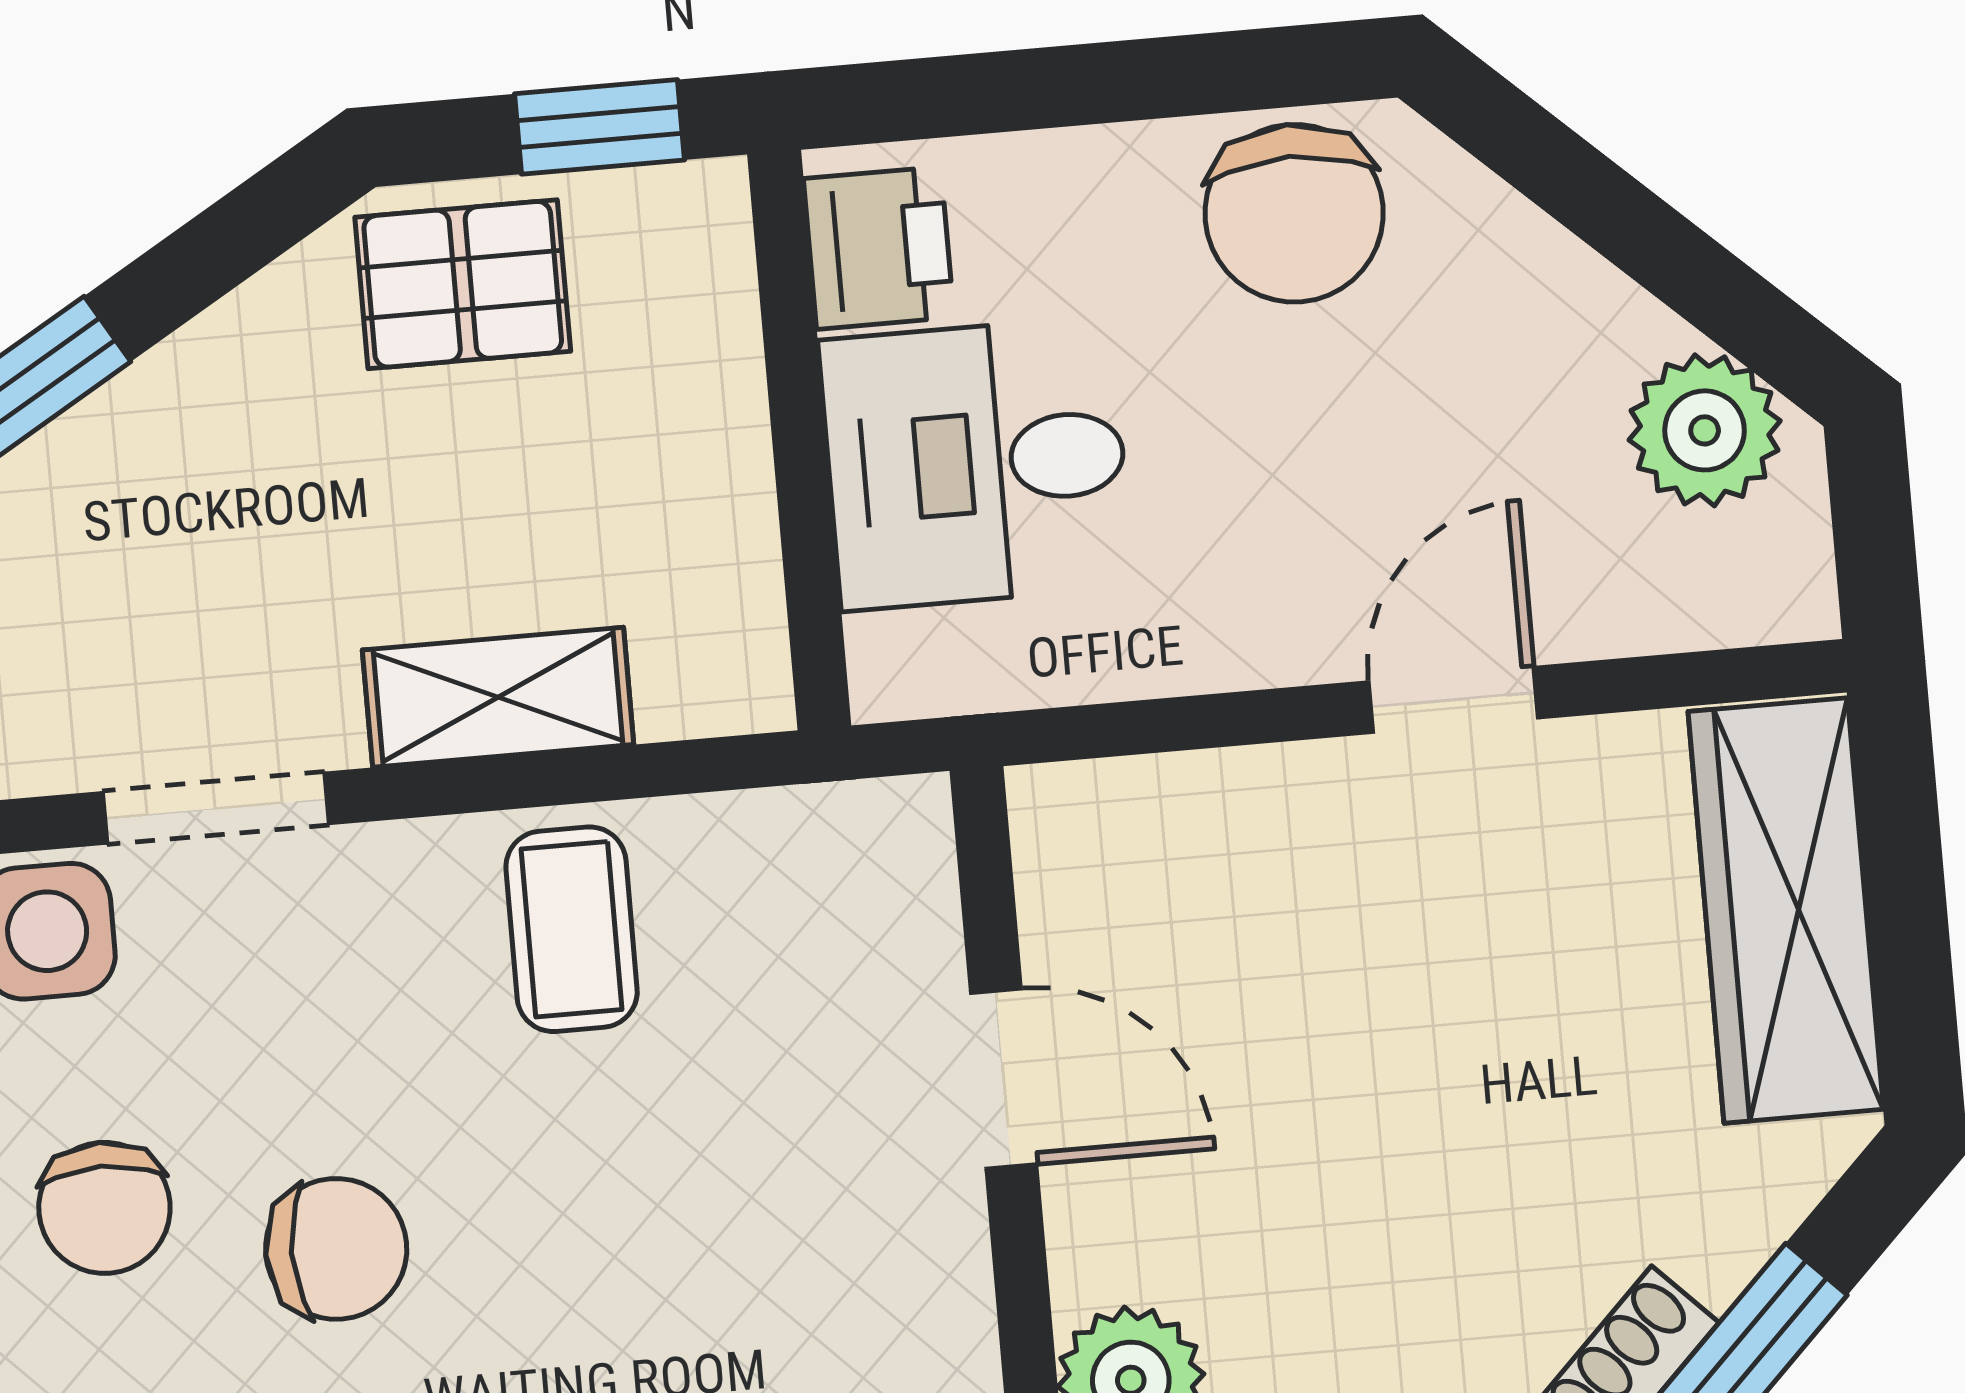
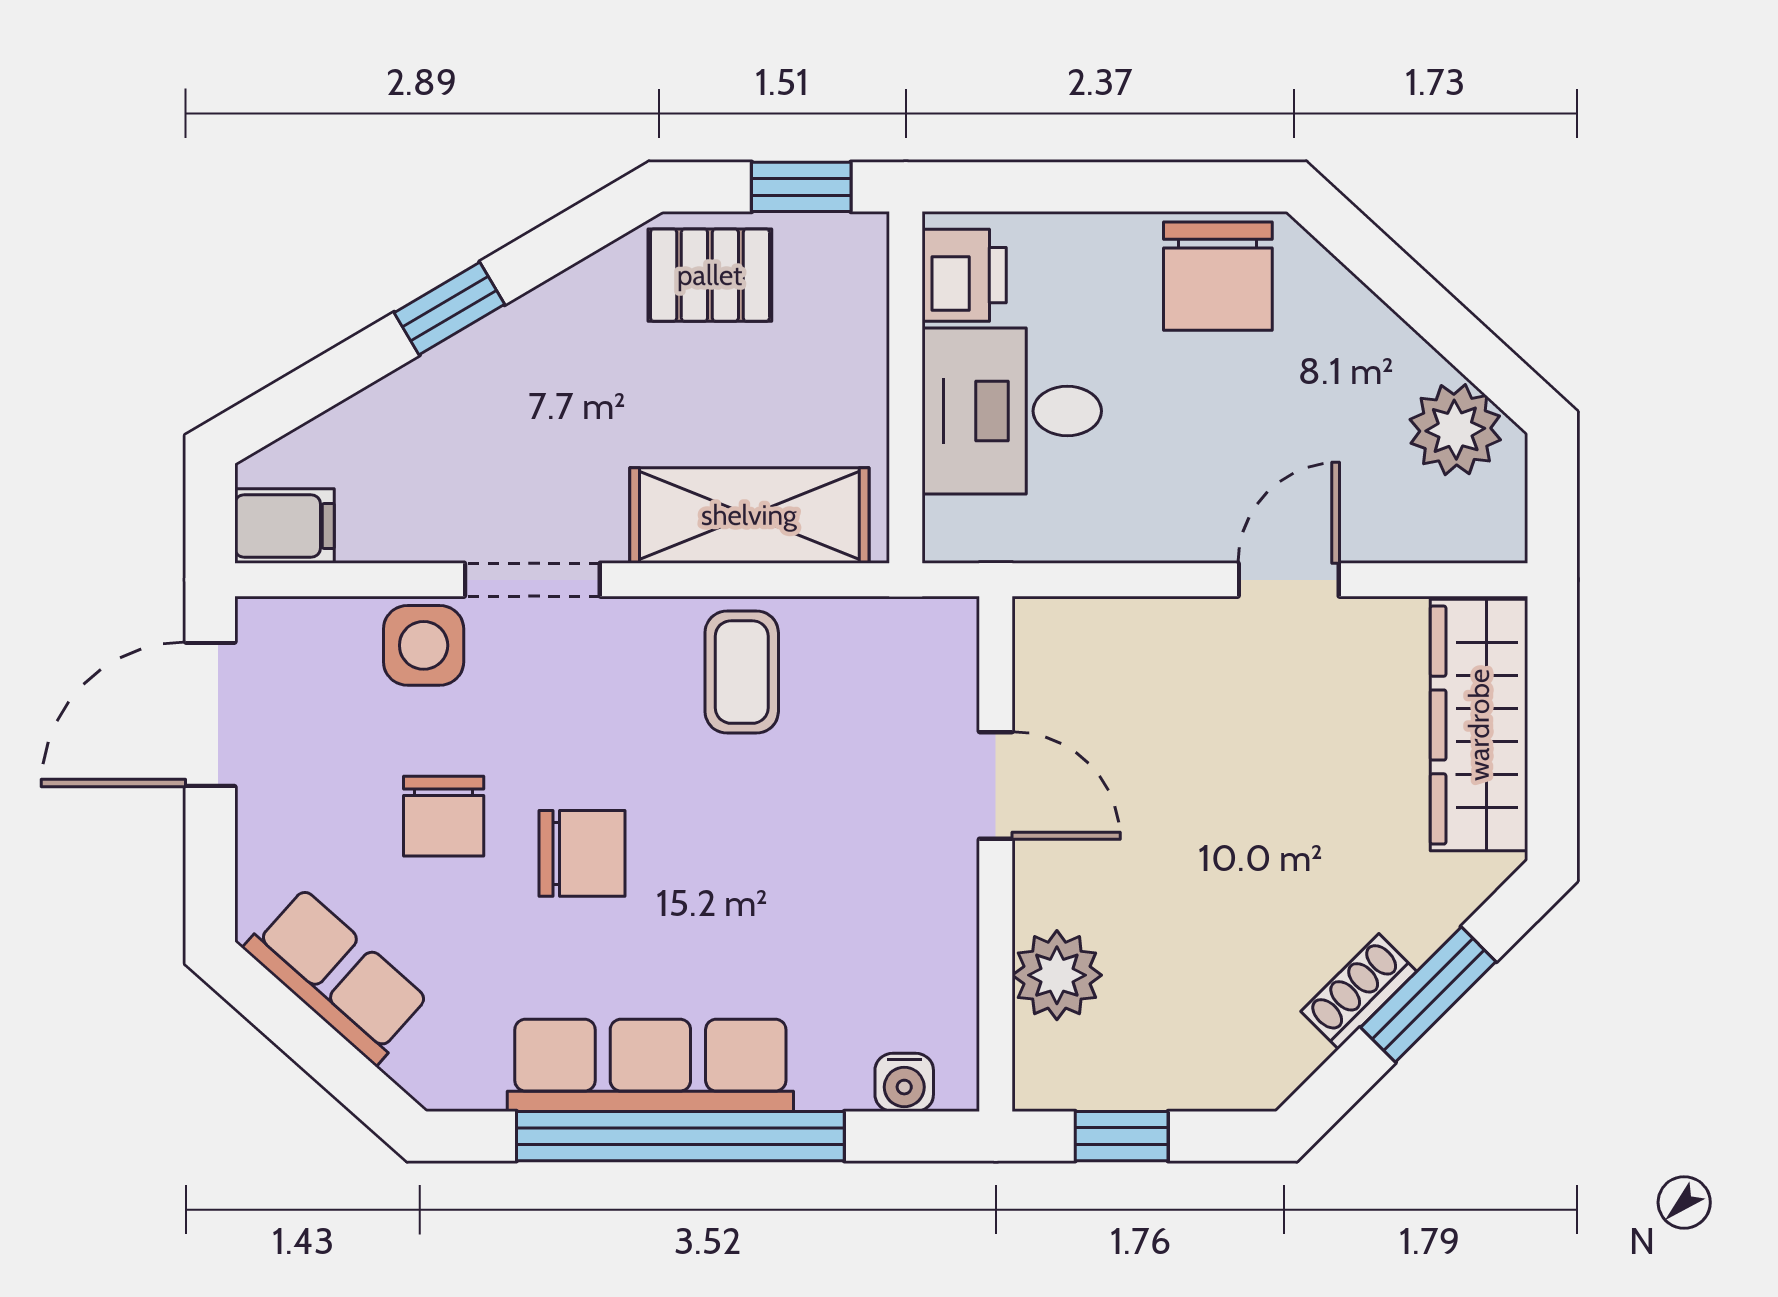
shelving: (498, 697) -> (749, 515), width x1.50, depth x1.33

